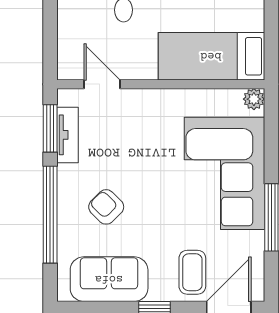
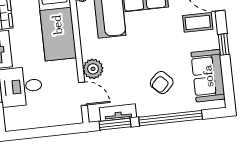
door: (102, 84) -> (83, 94), swing flipped
plant: (139, 104) -> (93, 69), added

